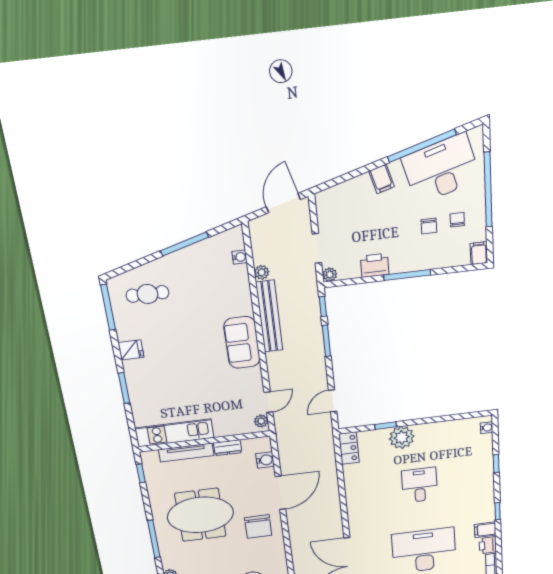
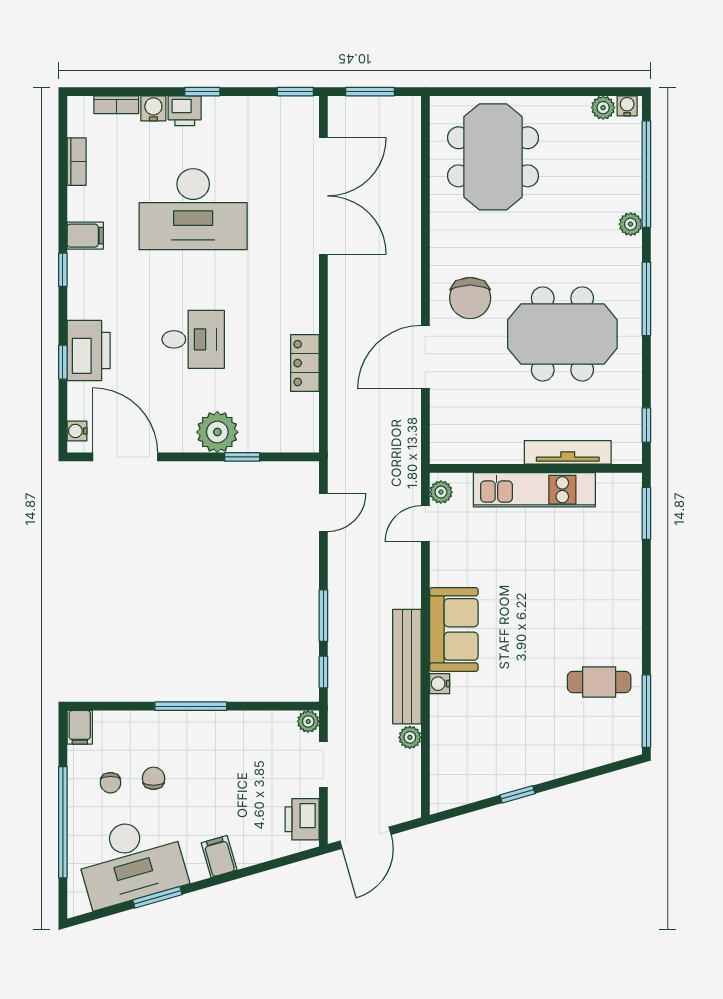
window: (422, 146) -> (157, 897), width x0.47
window: (185, 244) -> (517, 794), width x0.46
water cooler: (240, 257) -> (440, 684), moved
printer: (375, 265) -> (302, 819), moved, turned 90
cafe table: (147, 294) -> (599, 682), moved
fridge: (131, 350) -> (625, 639), removed
window: (124, 388) -> (646, 513), moved
door: (457, 417) -> (125, 457), added
kitchen unit: (174, 433) -> (534, 490), moved
dresser: (228, 448) -> (501, 452), removed
locker: (349, 448) -> (305, 363), moved
water cooler: (265, 460) -> (443, 421), removed
desk: (420, 485) -> (193, 339), turned -90
chair: (258, 526) -> (470, 298), turned 180
printer: (488, 545) -> (89, 350), moved, width x1.87, depth x1.48

